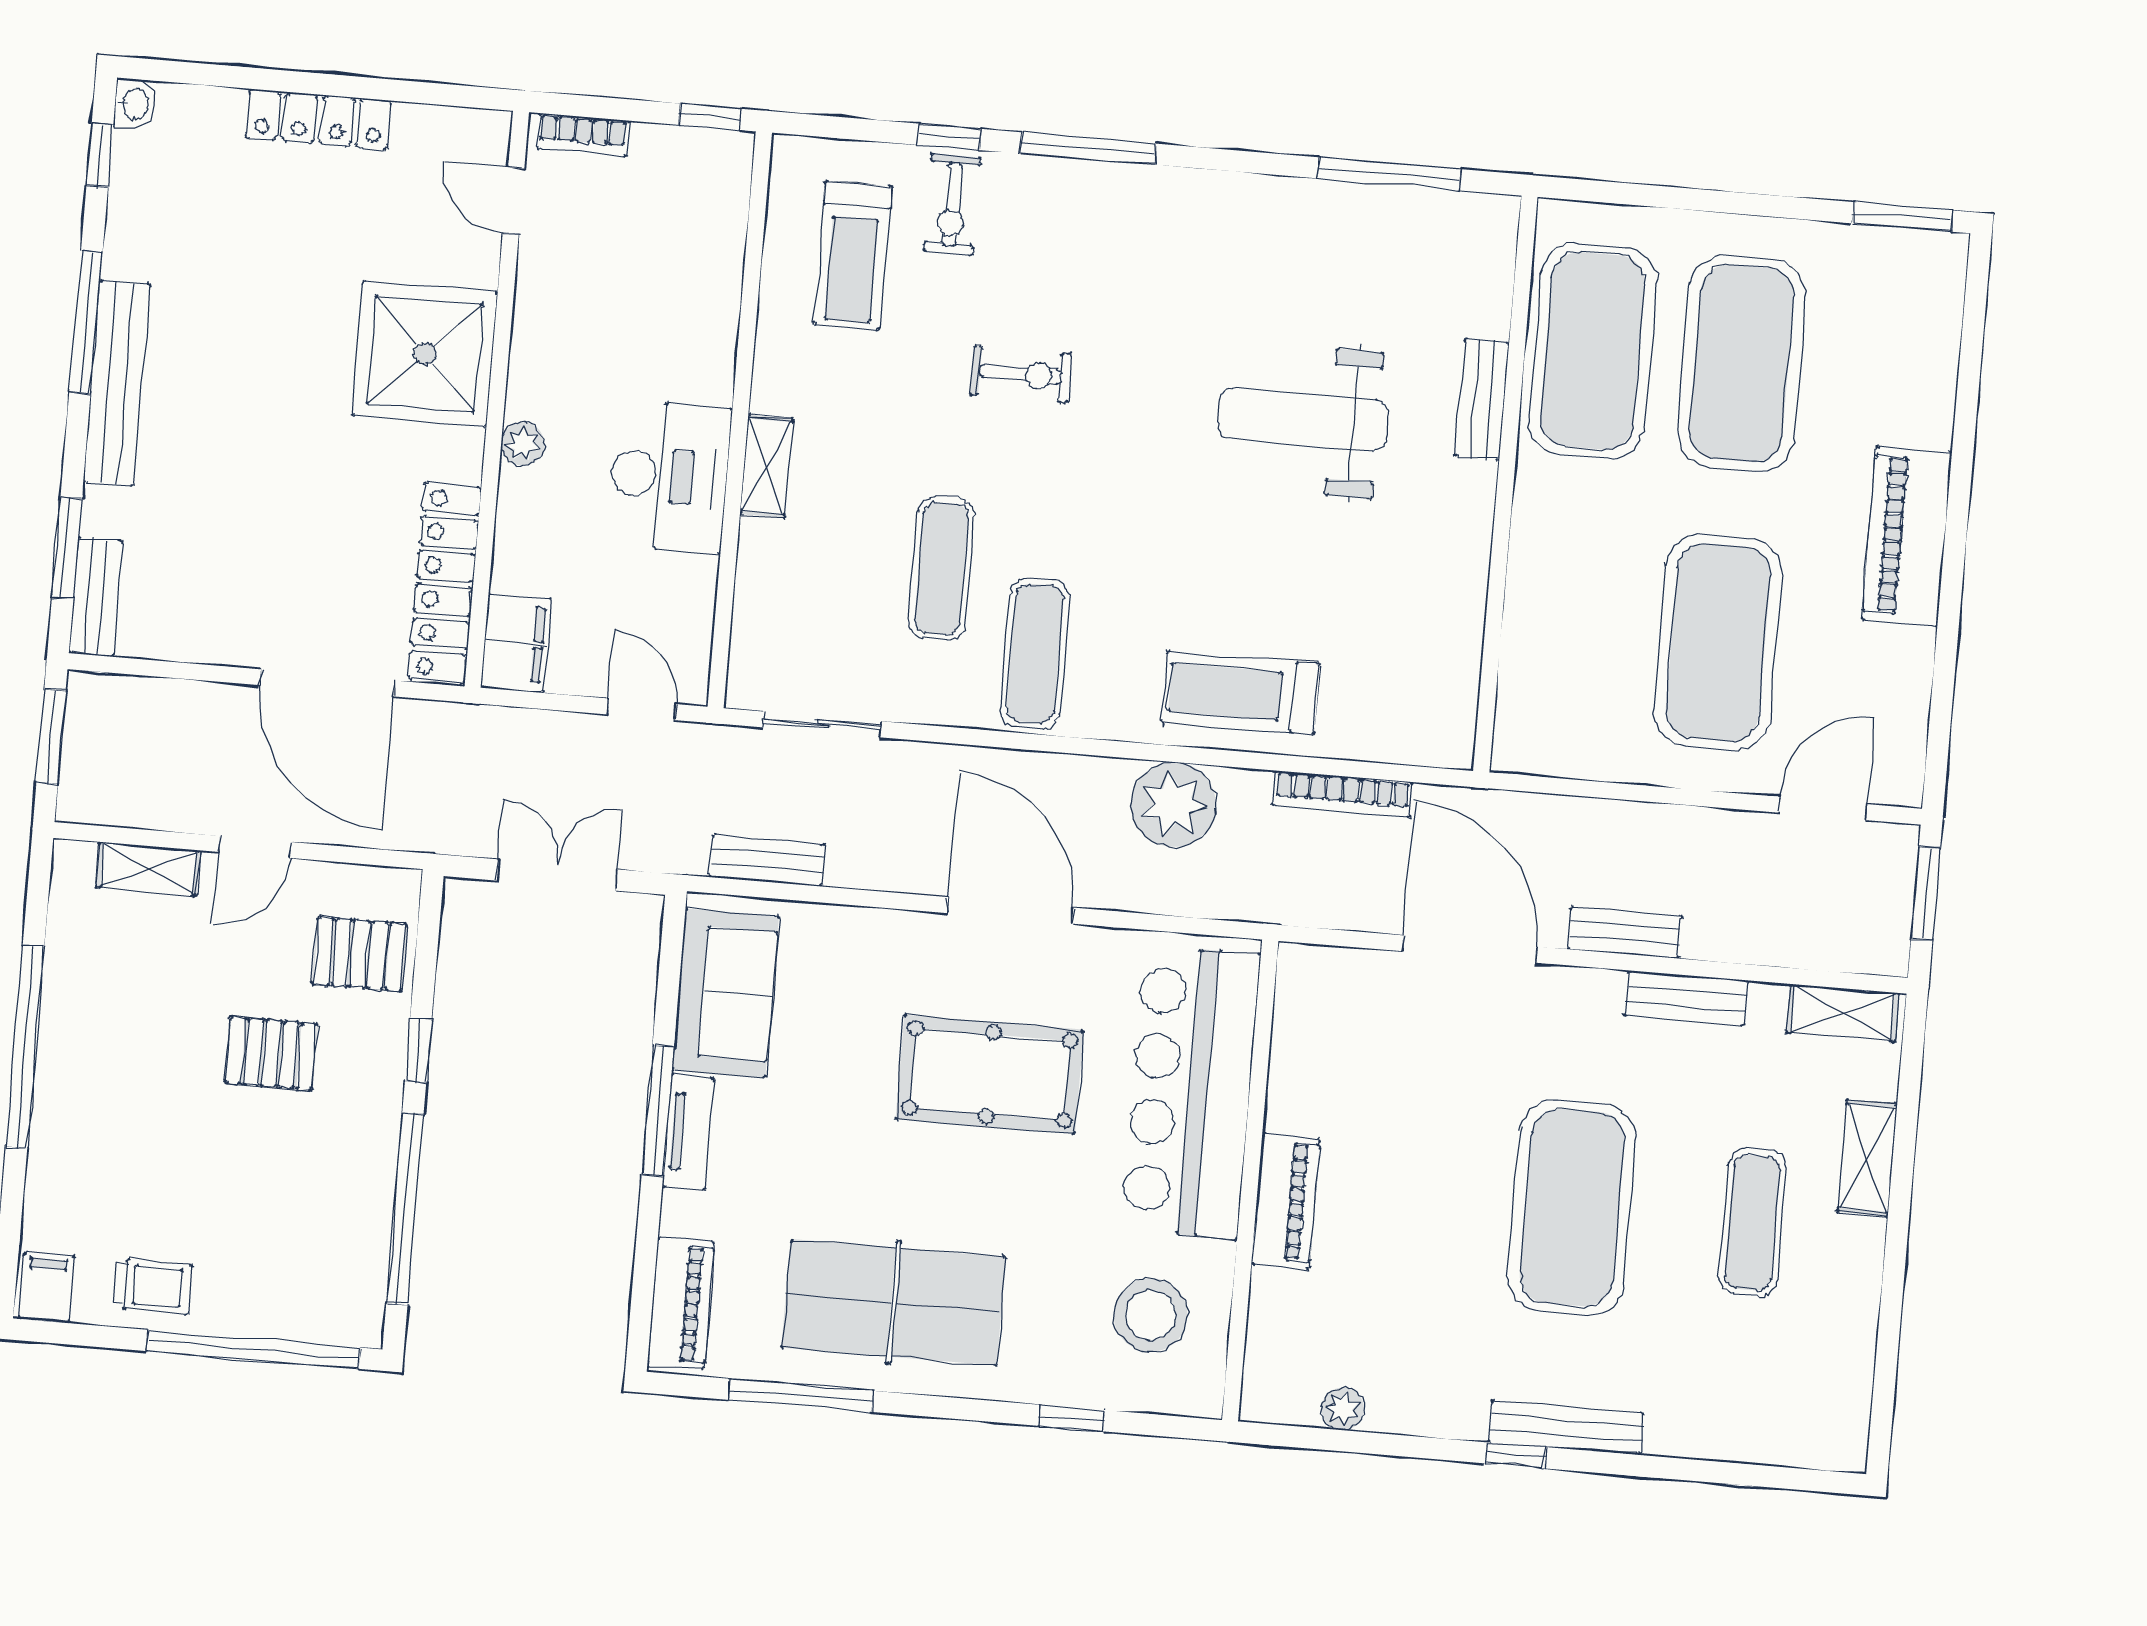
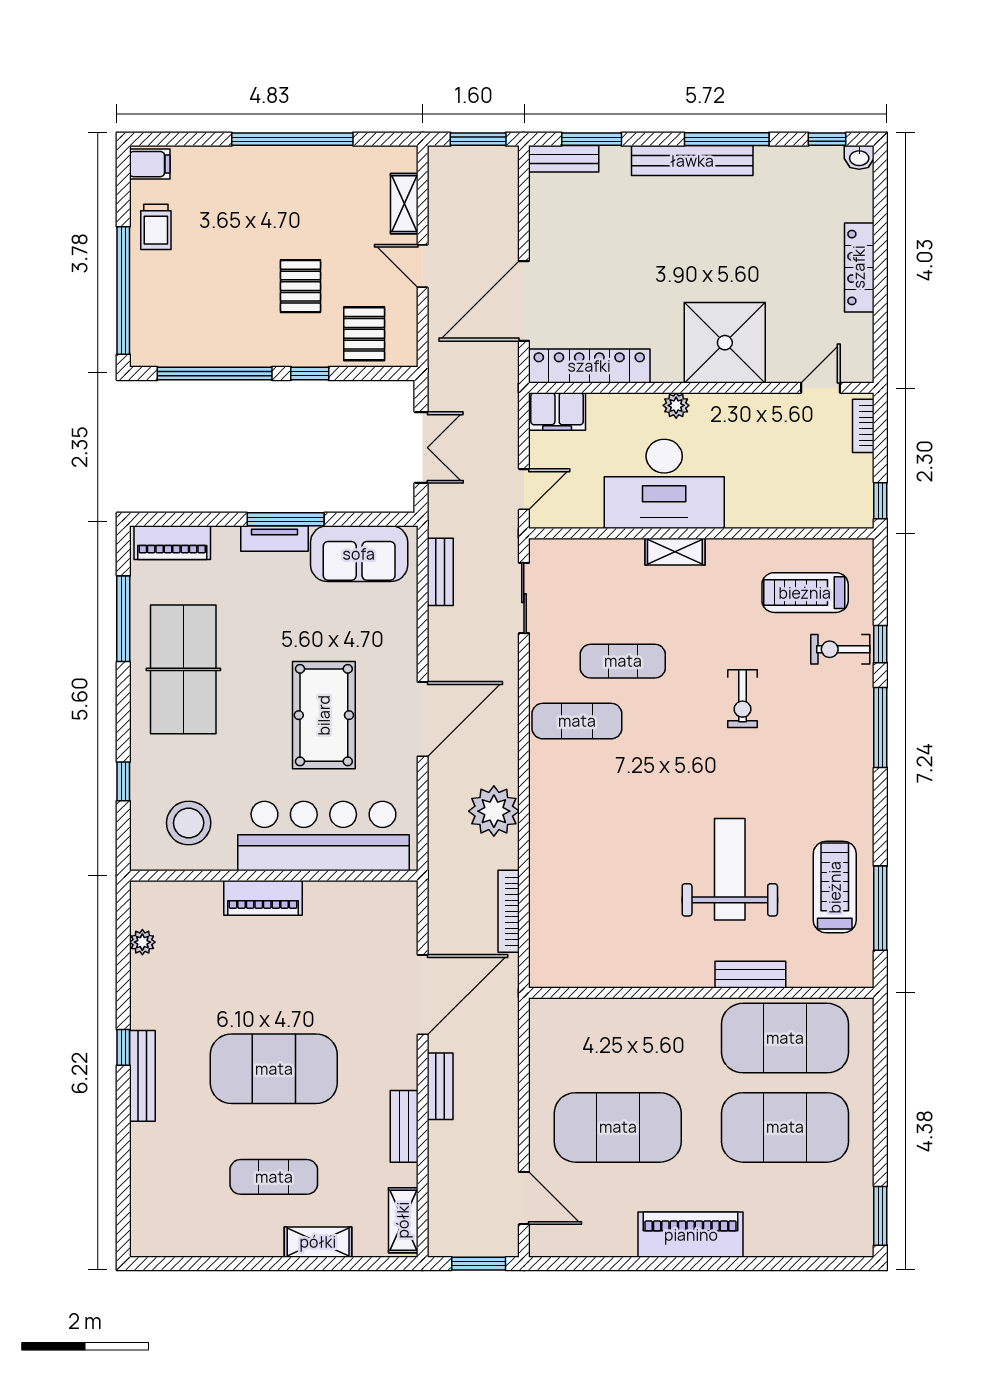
desk: (669, 476) -> (664, 484), width x1.36, depth x1.30
treadmill: (1241, 693) -> (835, 887), moved

